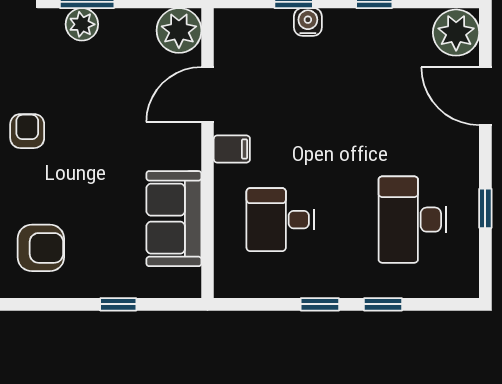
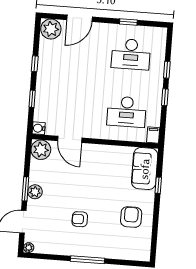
water cooler: (308, 22) -> (39, 128), moved
filing cabinet: (232, 149) -> (153, 135), moved
sofa: (174, 219) -> (145, 169), moved, turned 90
desk: (280, 220) -> (127, 112), width x1.37

